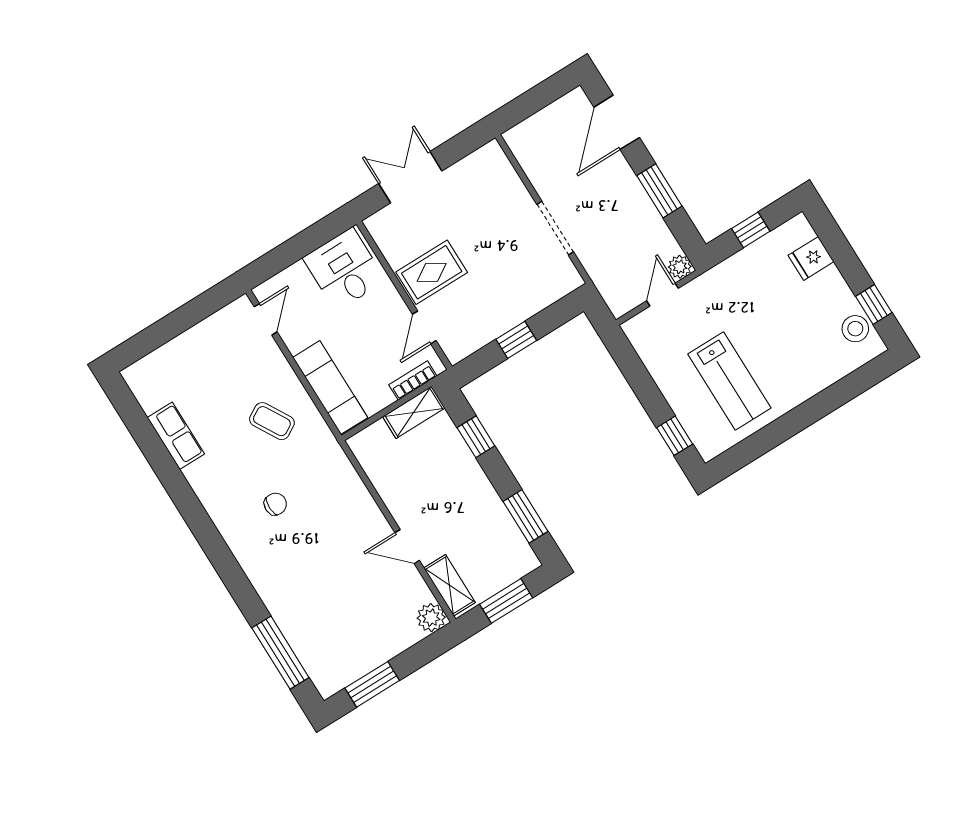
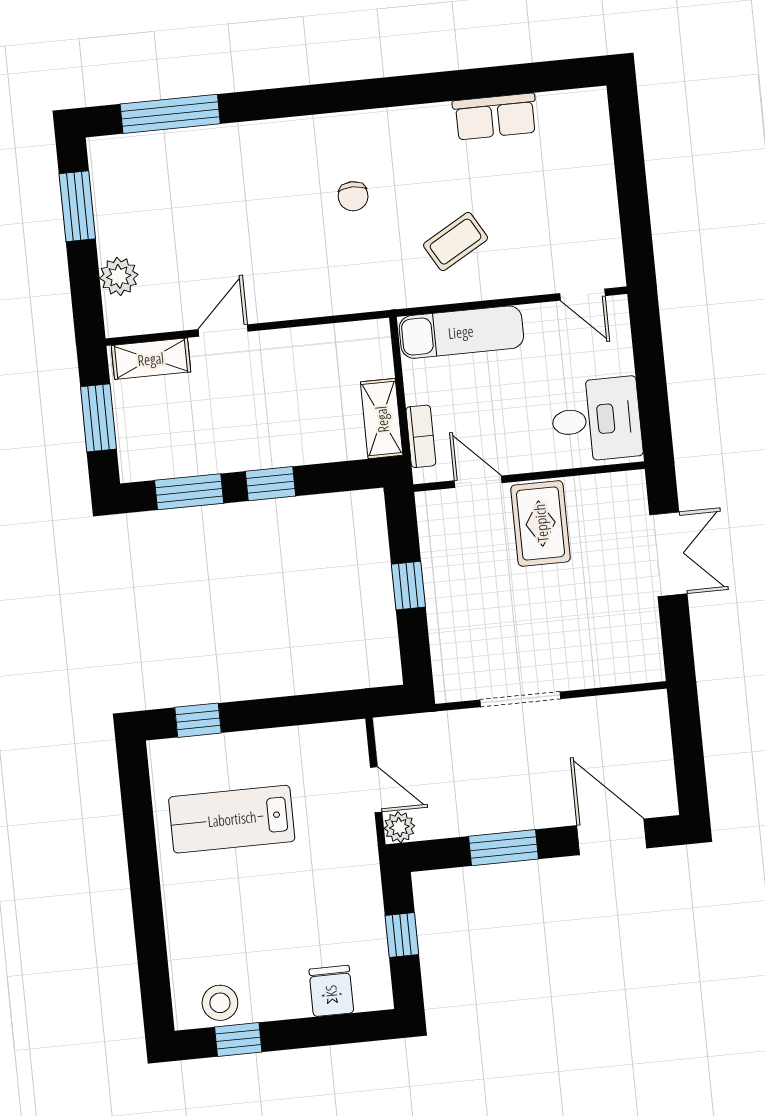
window: (476, 437) -> (270, 484), moved
plant: (431, 618) -> (119, 276), moved

